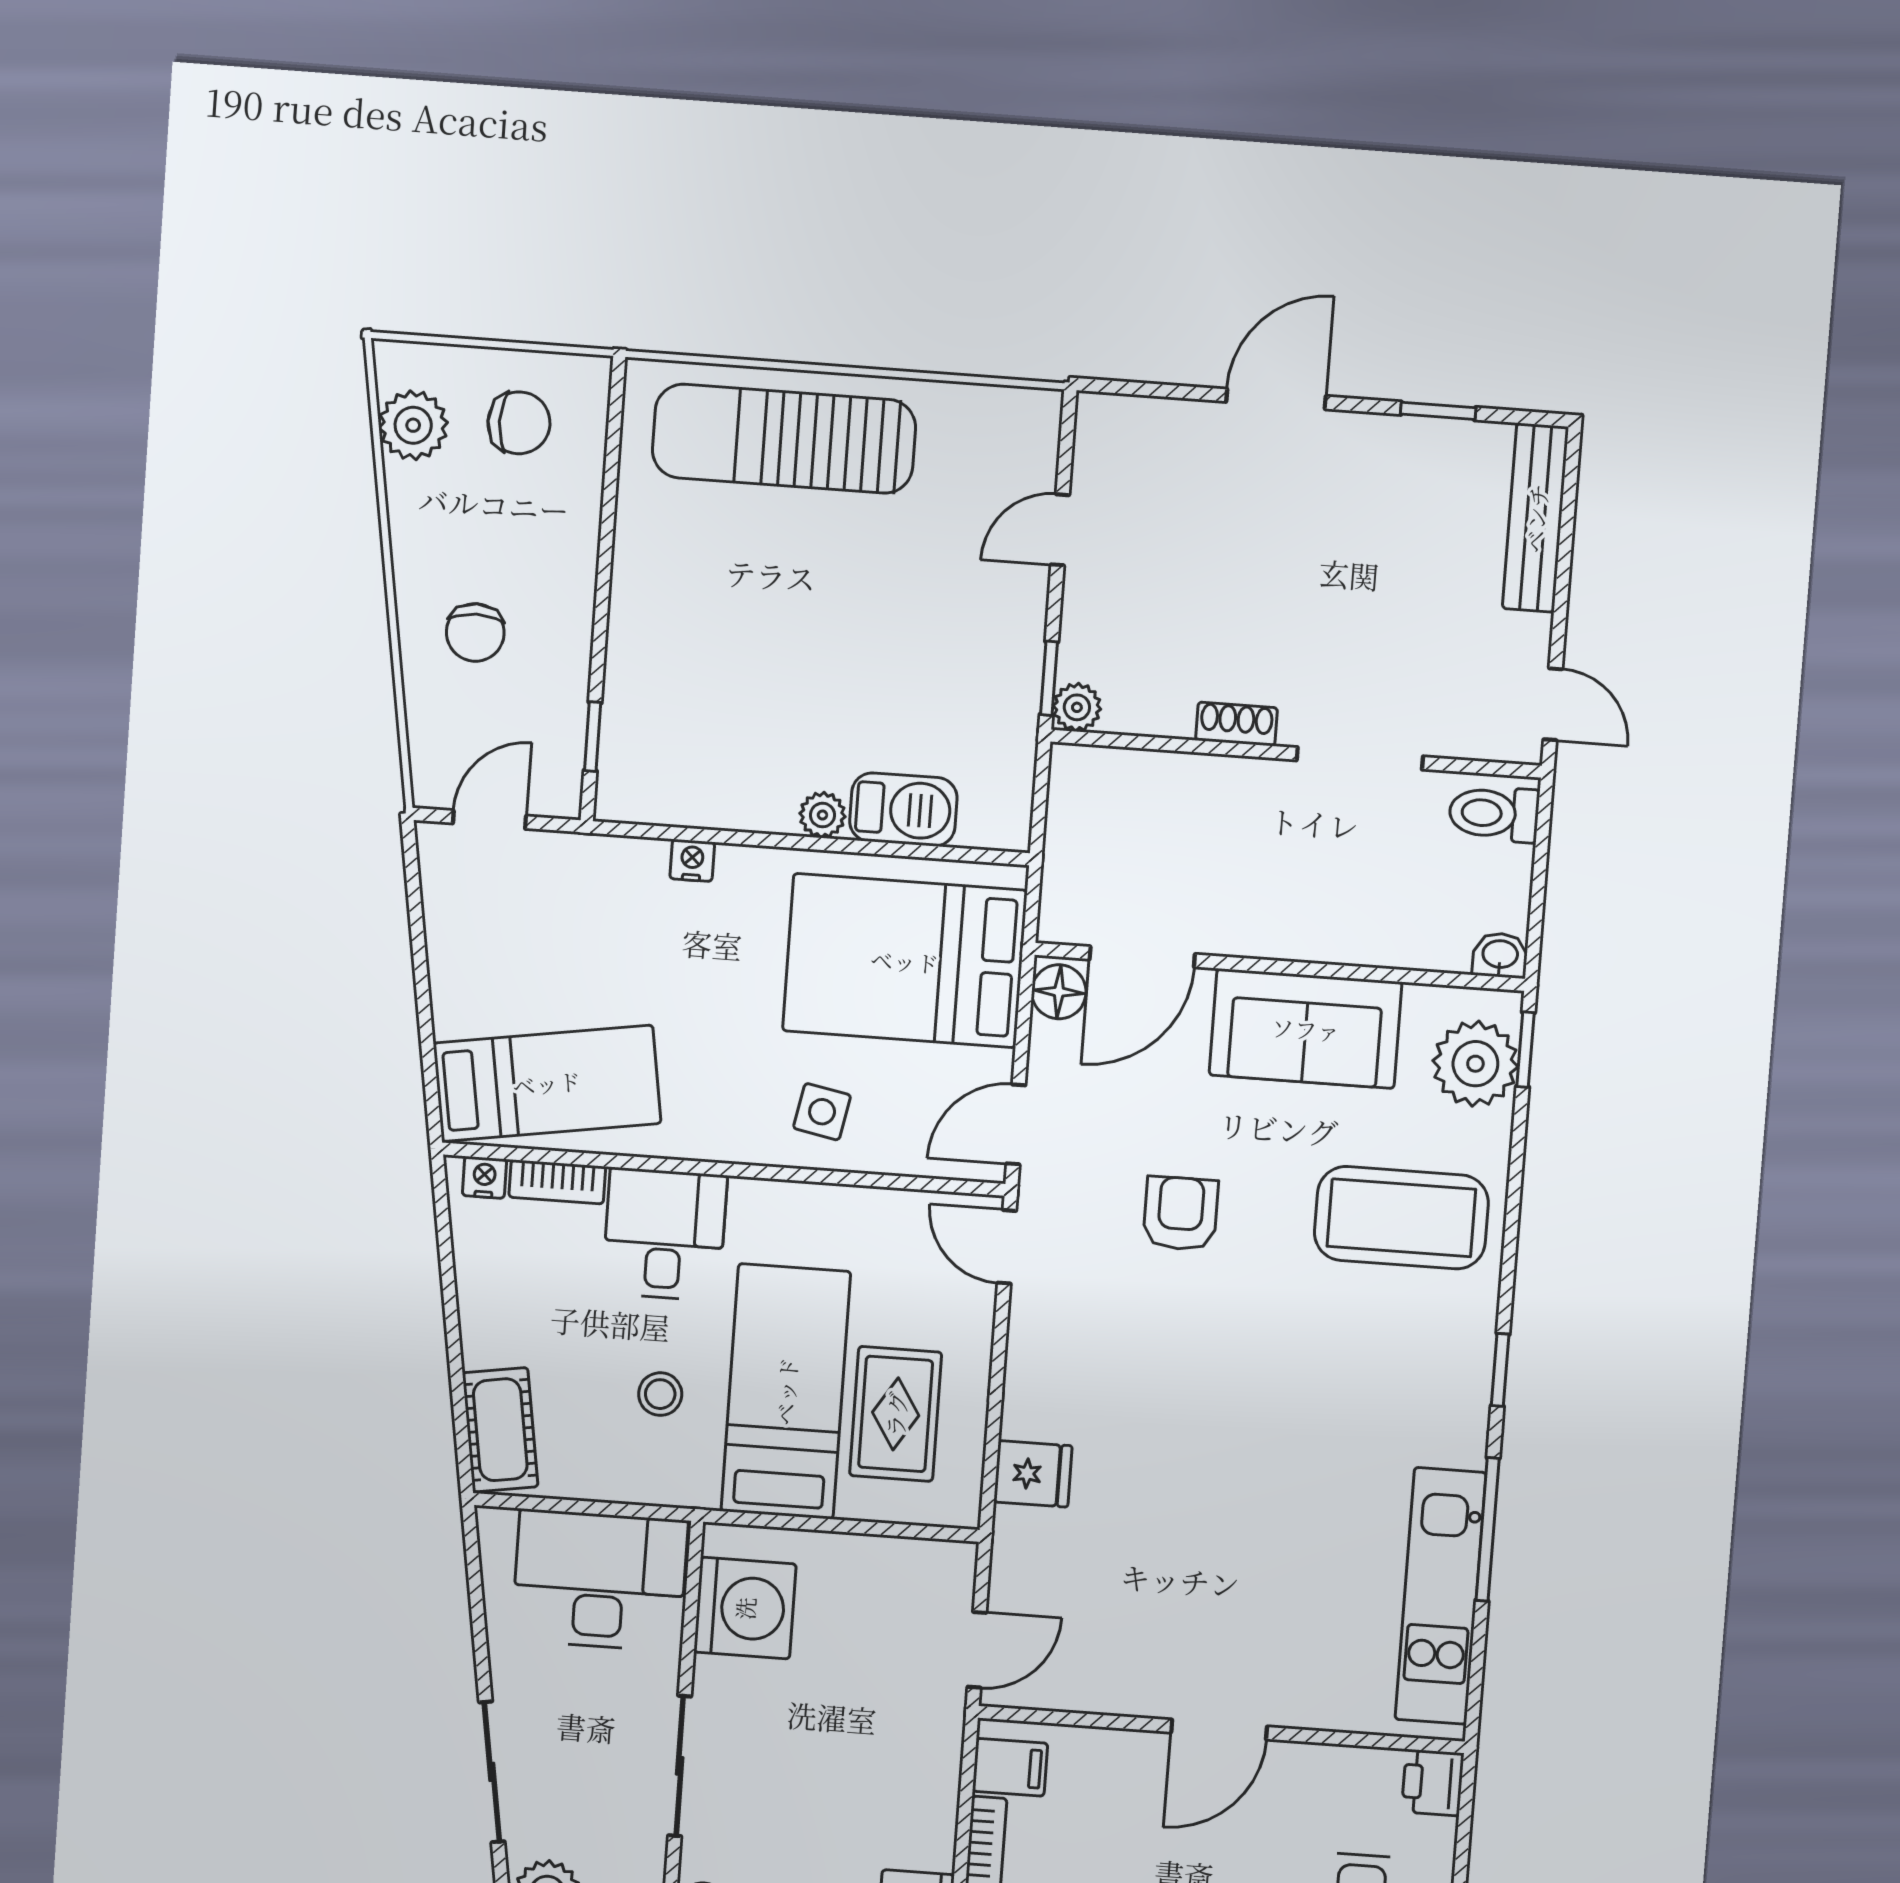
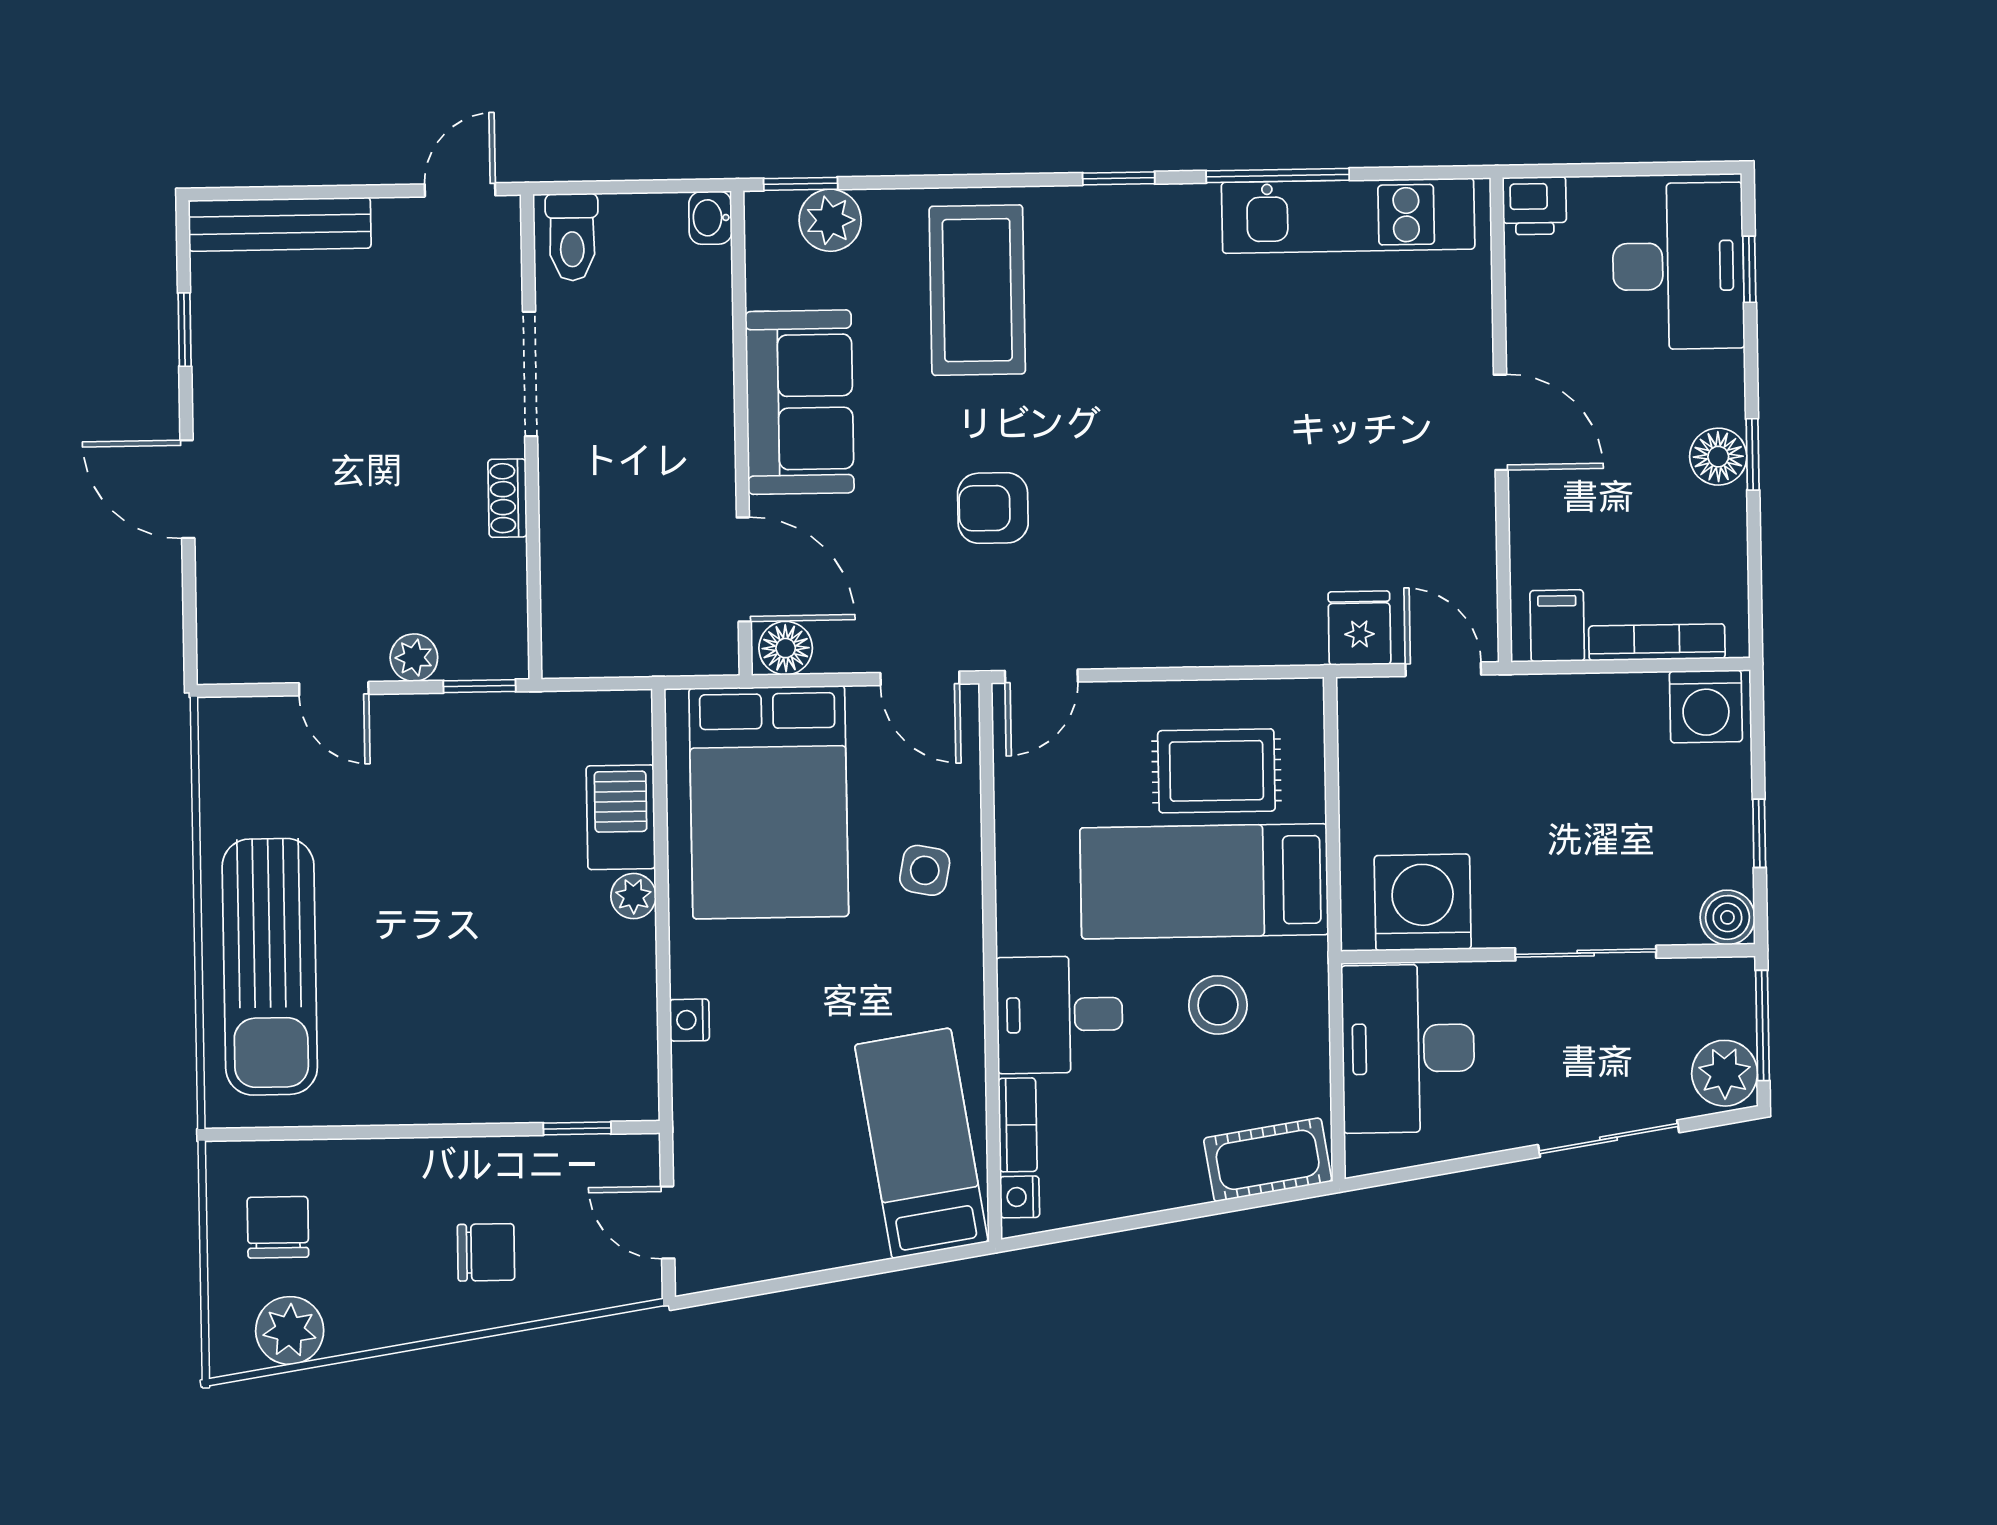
plant: (1077, 707) -> (414, 658), moved
plant: (1475, 1064) -> (830, 220), width x0.73, depth x0.73
stool: (660, 1394) -> (1218, 1005), width x1.37, depth x1.37
fridge: (1033, 1474) -> (1359, 628), moved

